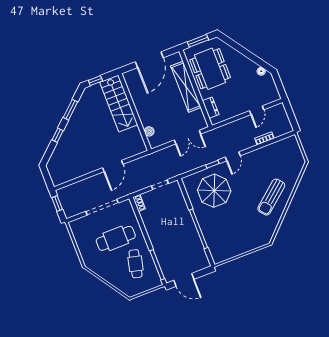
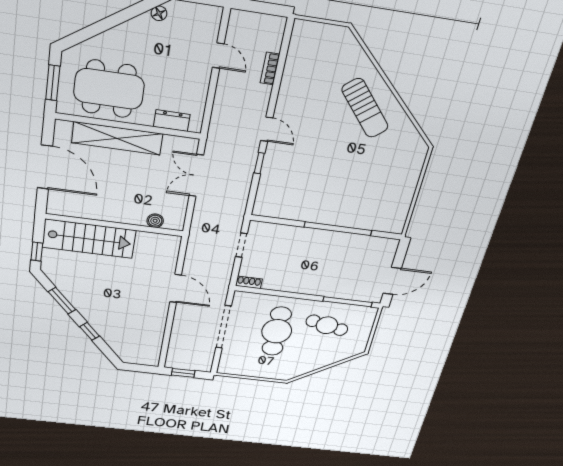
double door: (187, 137) -> (196, 175), swing flipped
parasol: (214, 191) -> (299, 181), removed

